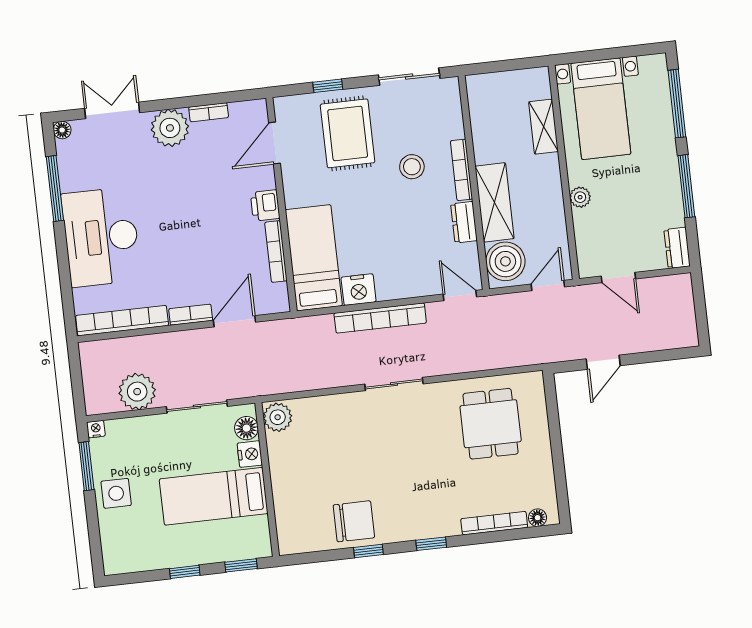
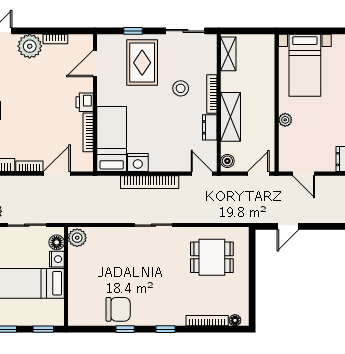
shelving: (543, 127) -> (228, 54), moved
boiler: (505, 261) -> (227, 161), width x0.54, depth x0.54
dining table: (491, 424) -> (212, 257), turned 90

